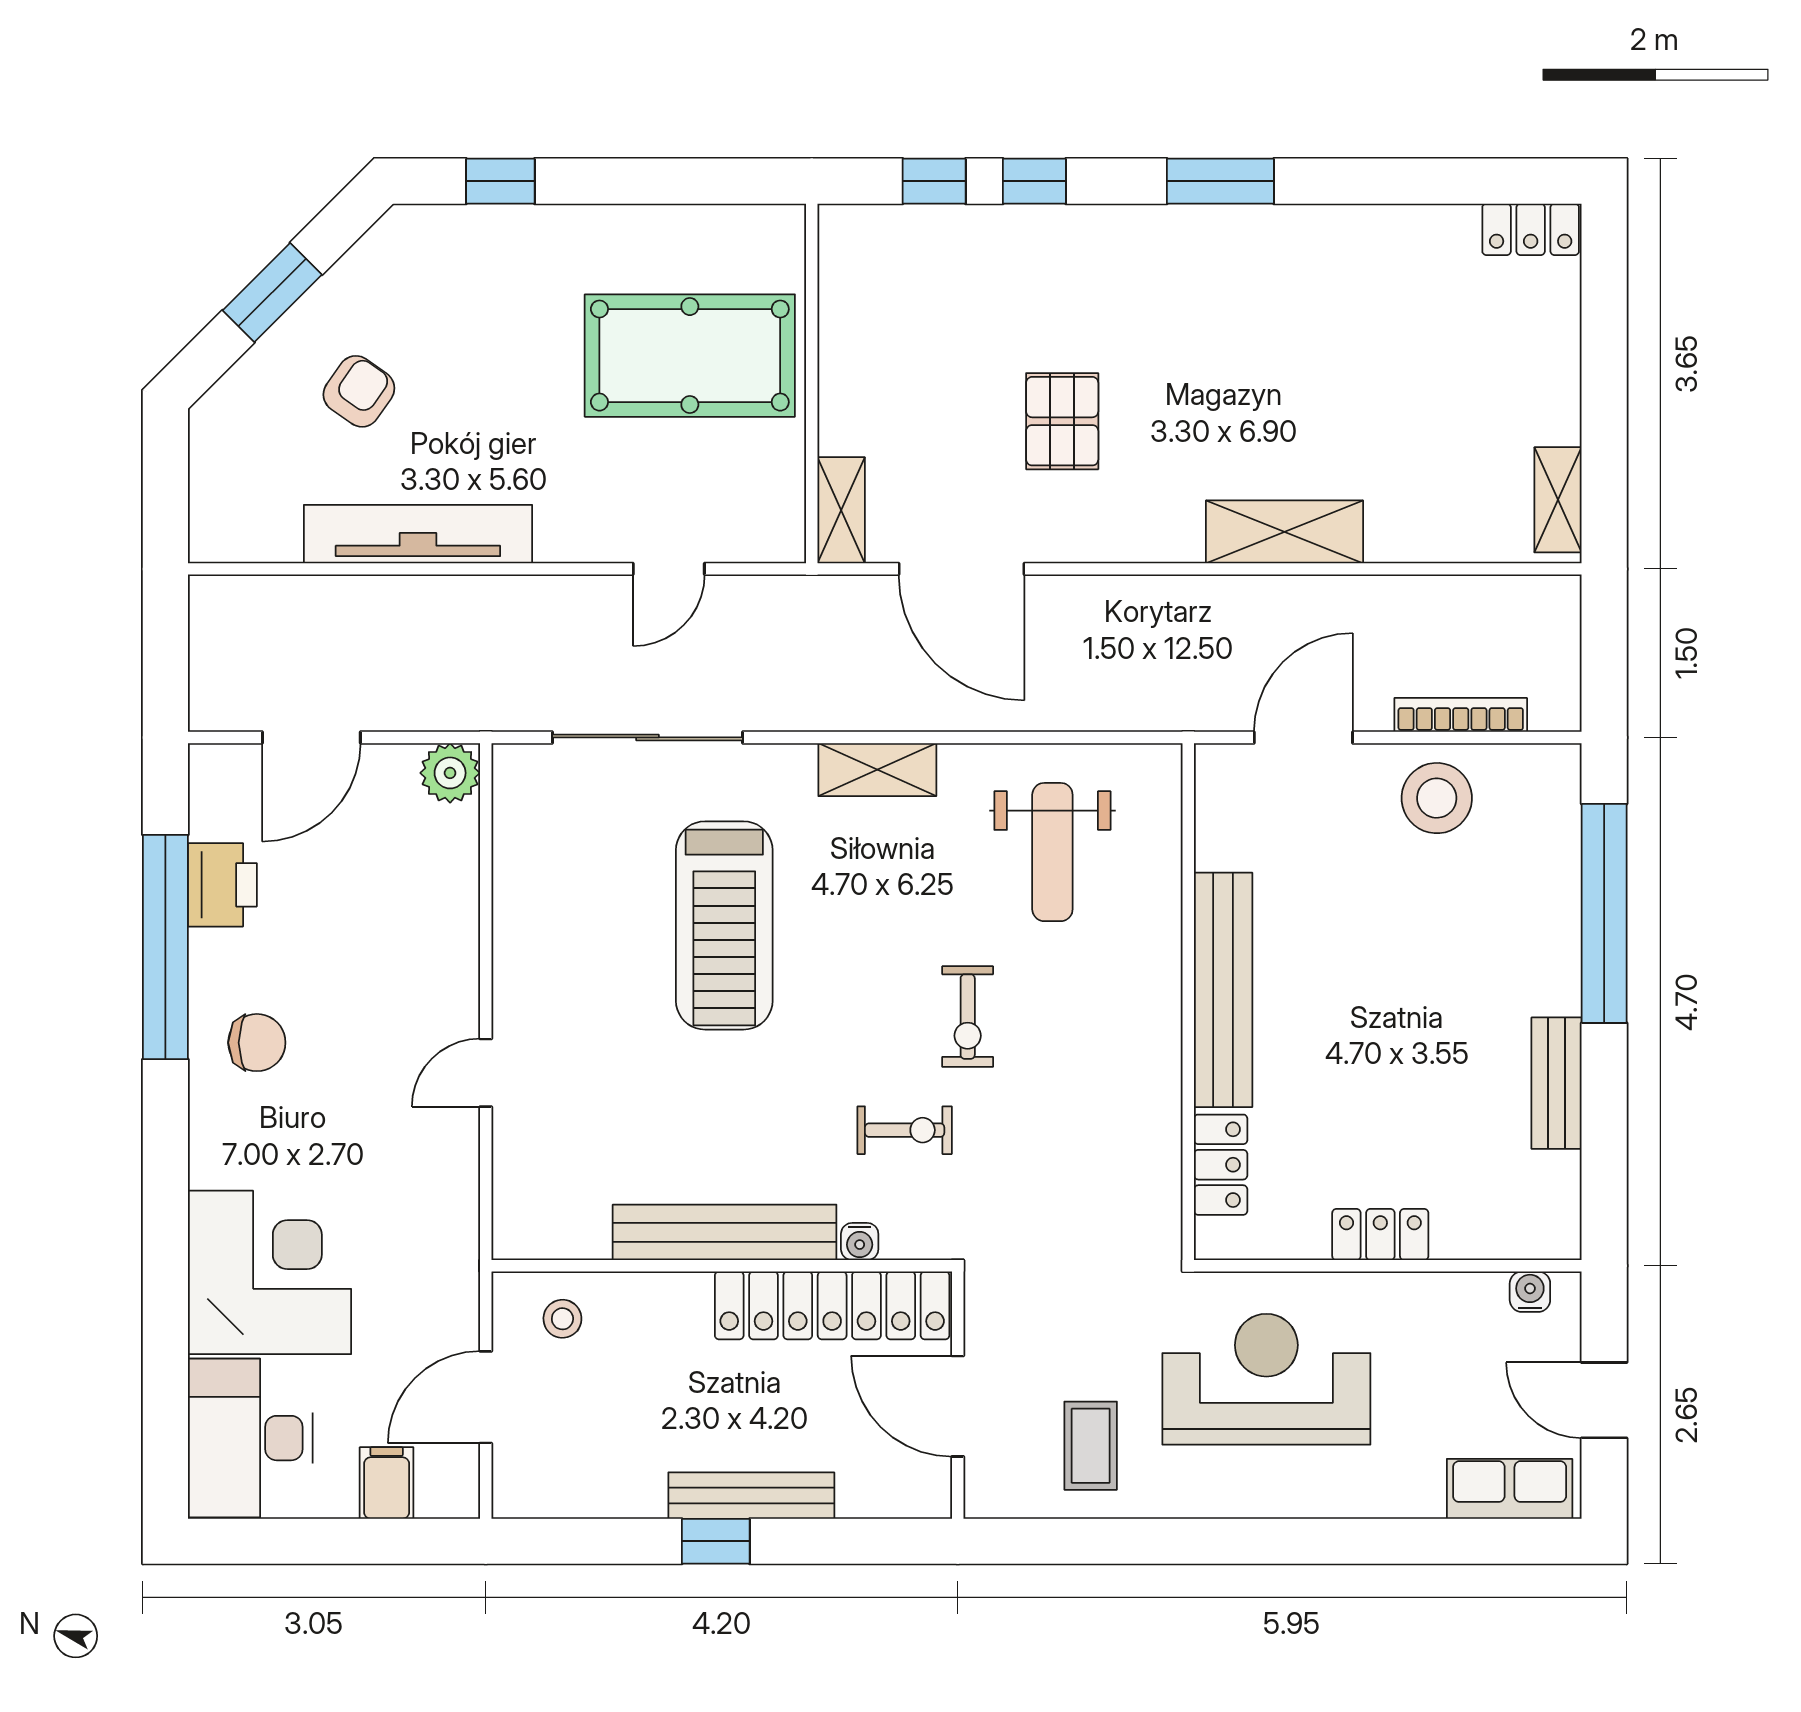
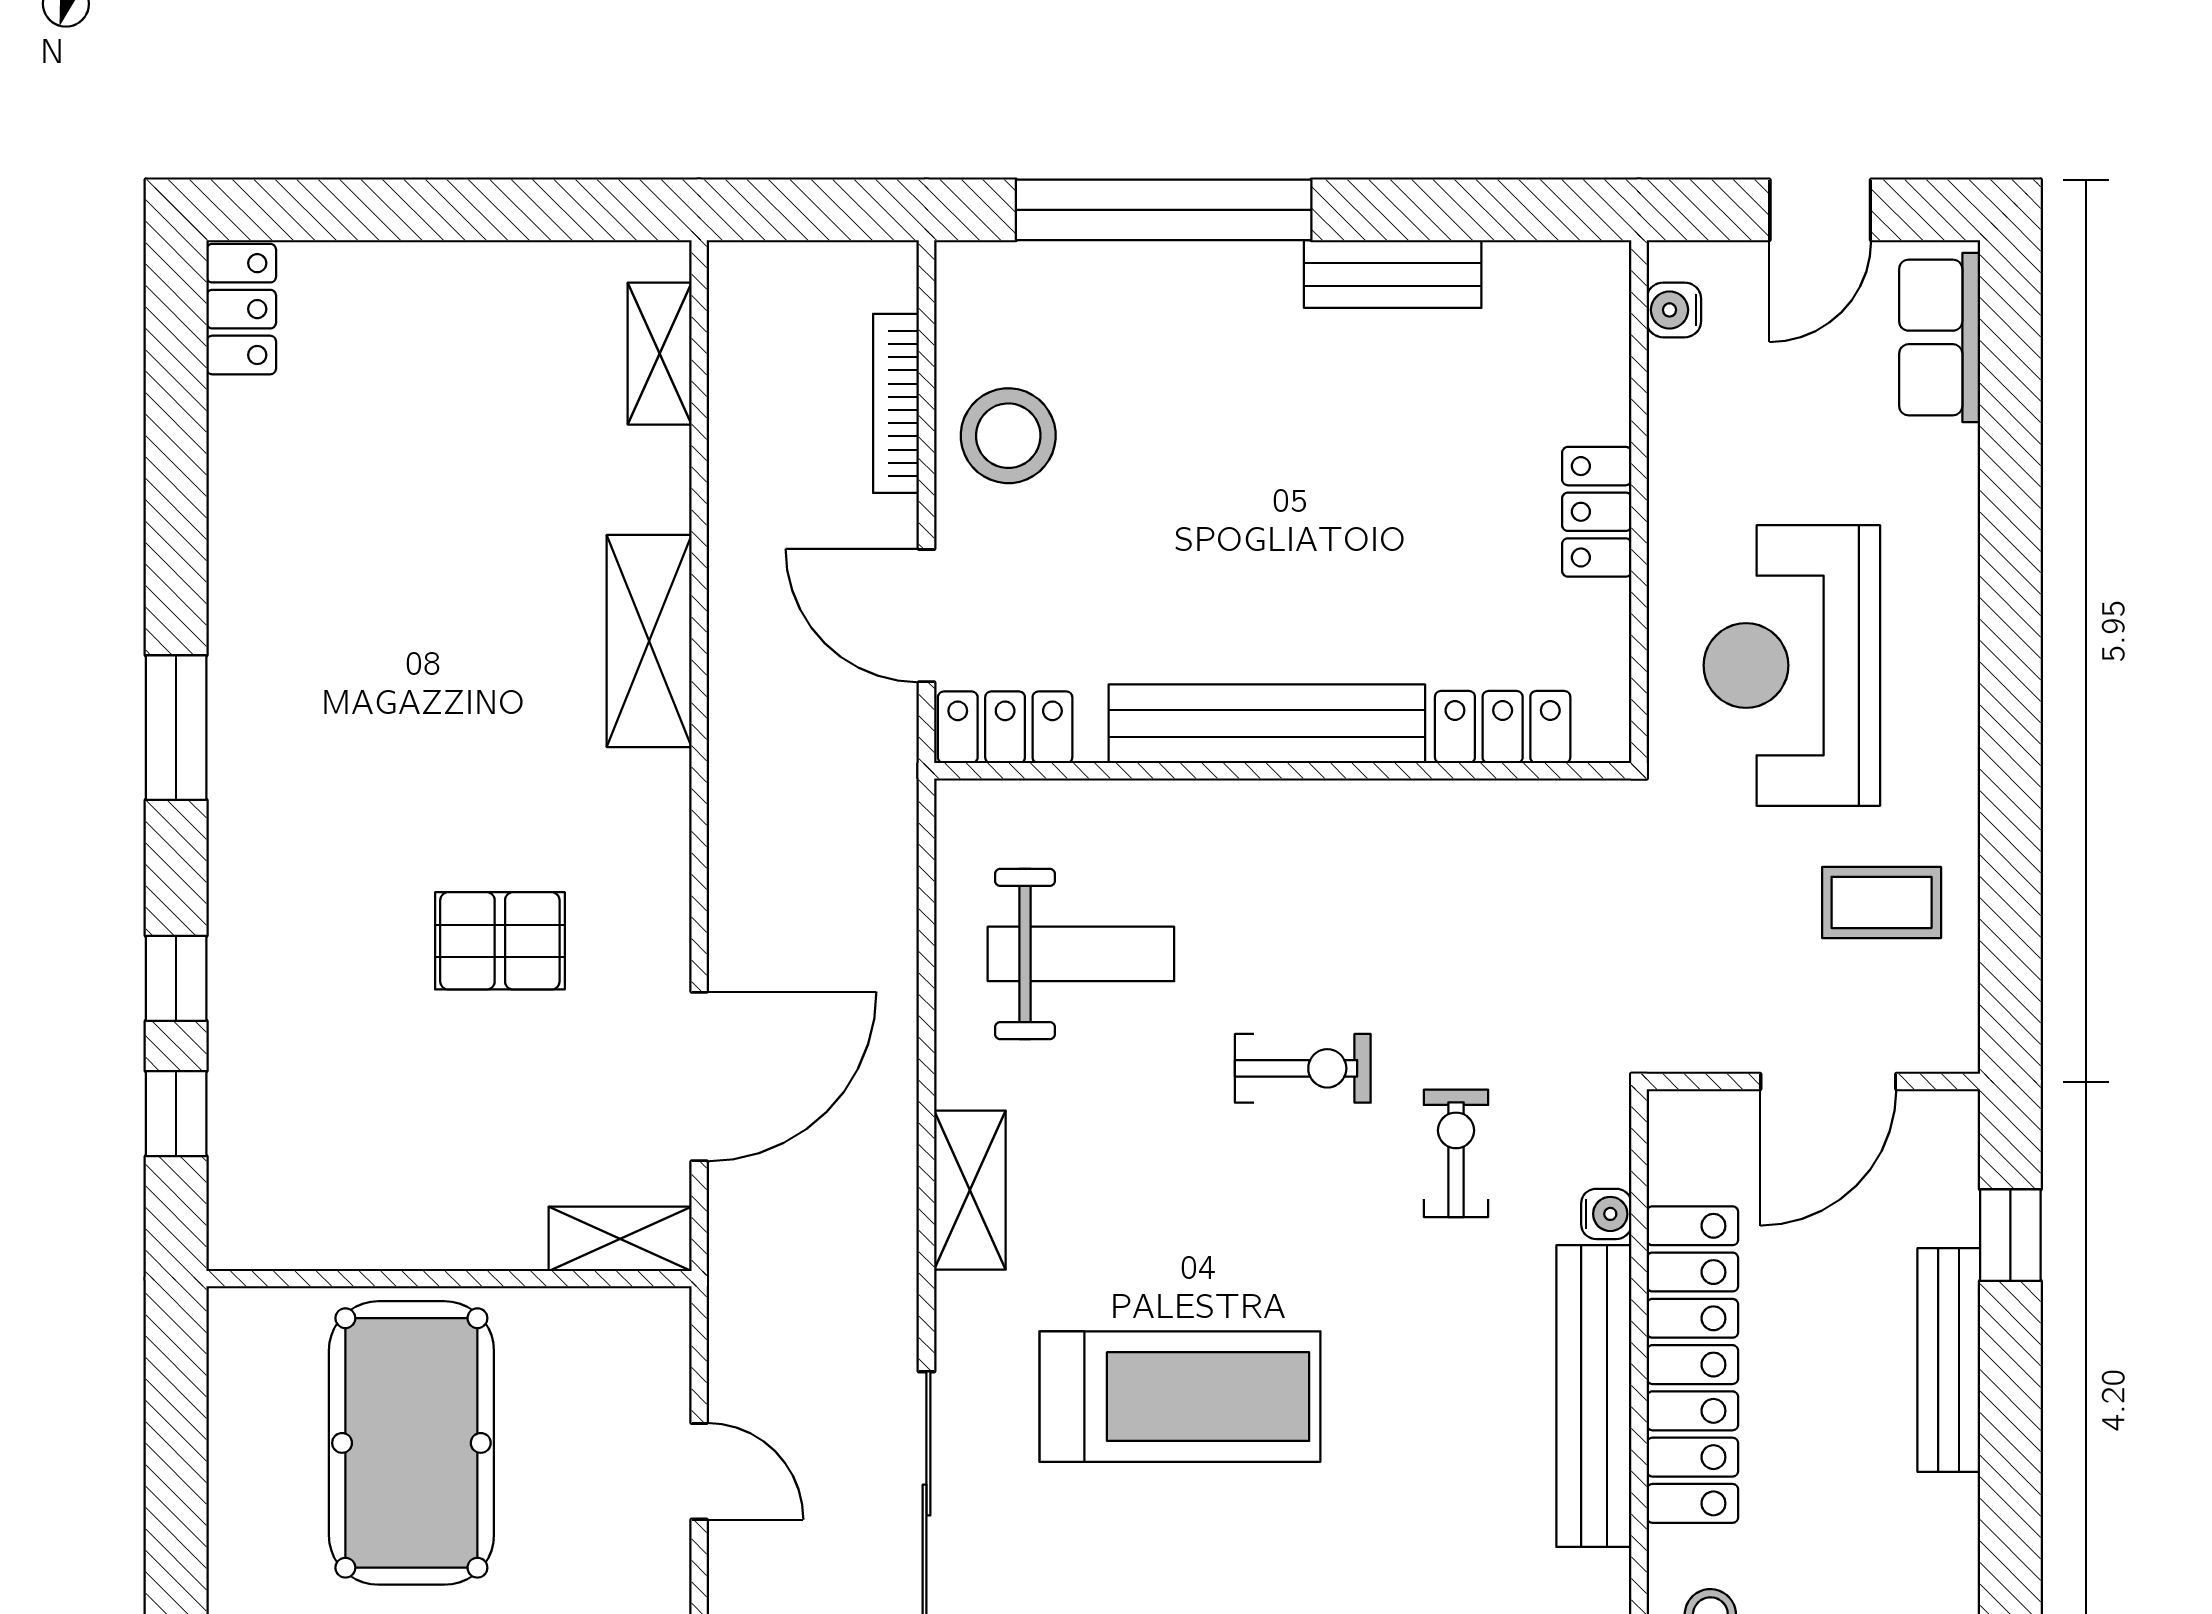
shelving: (1558, 500) -> (660, 354), moved, turned 90
locker: (1220, 796) -> (1005, 727), added
locker: (832, 1305) -> (1692, 1365), moved
window: (716, 1541) -> (2010, 1235), moved

